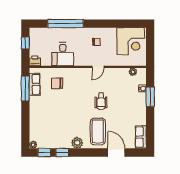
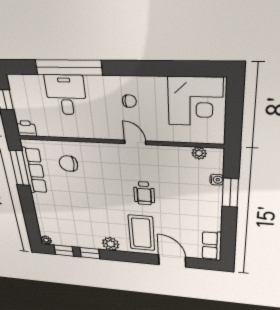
desk: (63, 54) -> (66, 95), moved, turned 180
door: (98, 67) -> (135, 142), swing flipped
row of seats: (35, 84) -> (34, 171), width x1.48

